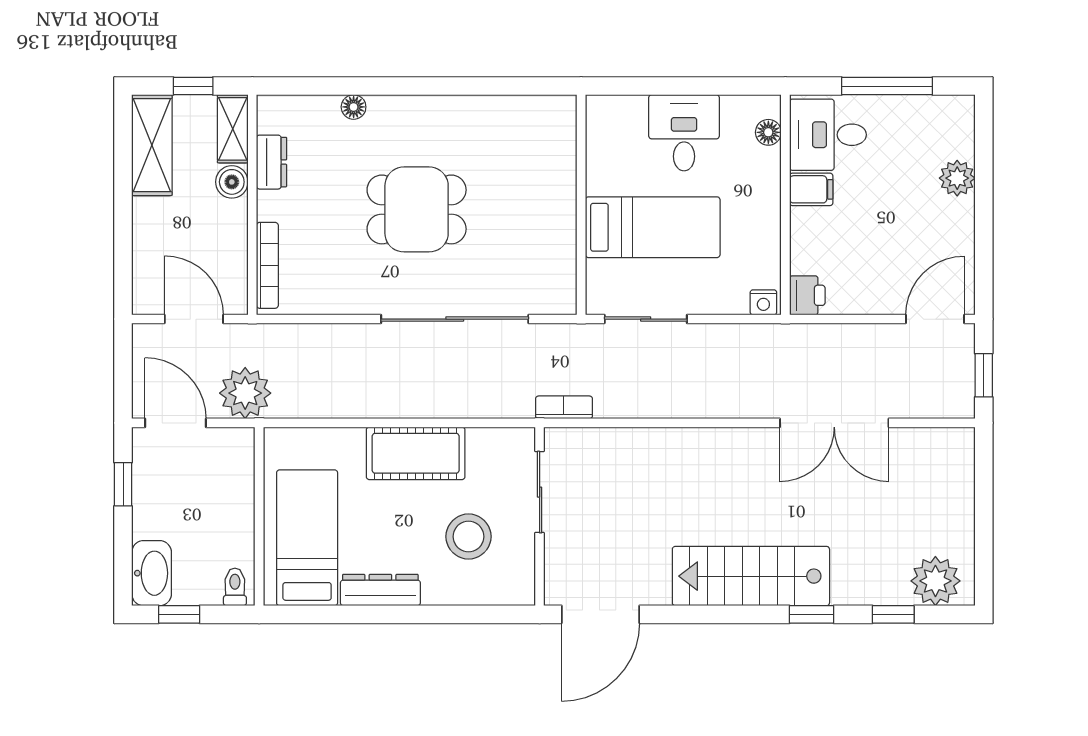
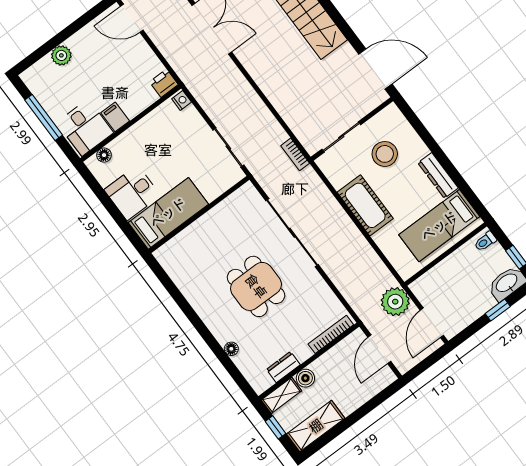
bed: (653, 227) -> (168, 213), moved, turned 90
window: (123, 484) -> (498, 310), moved

